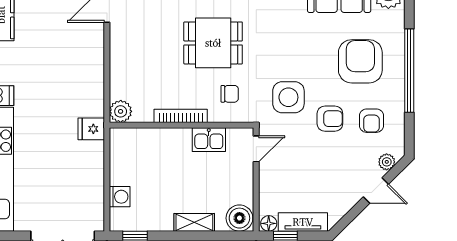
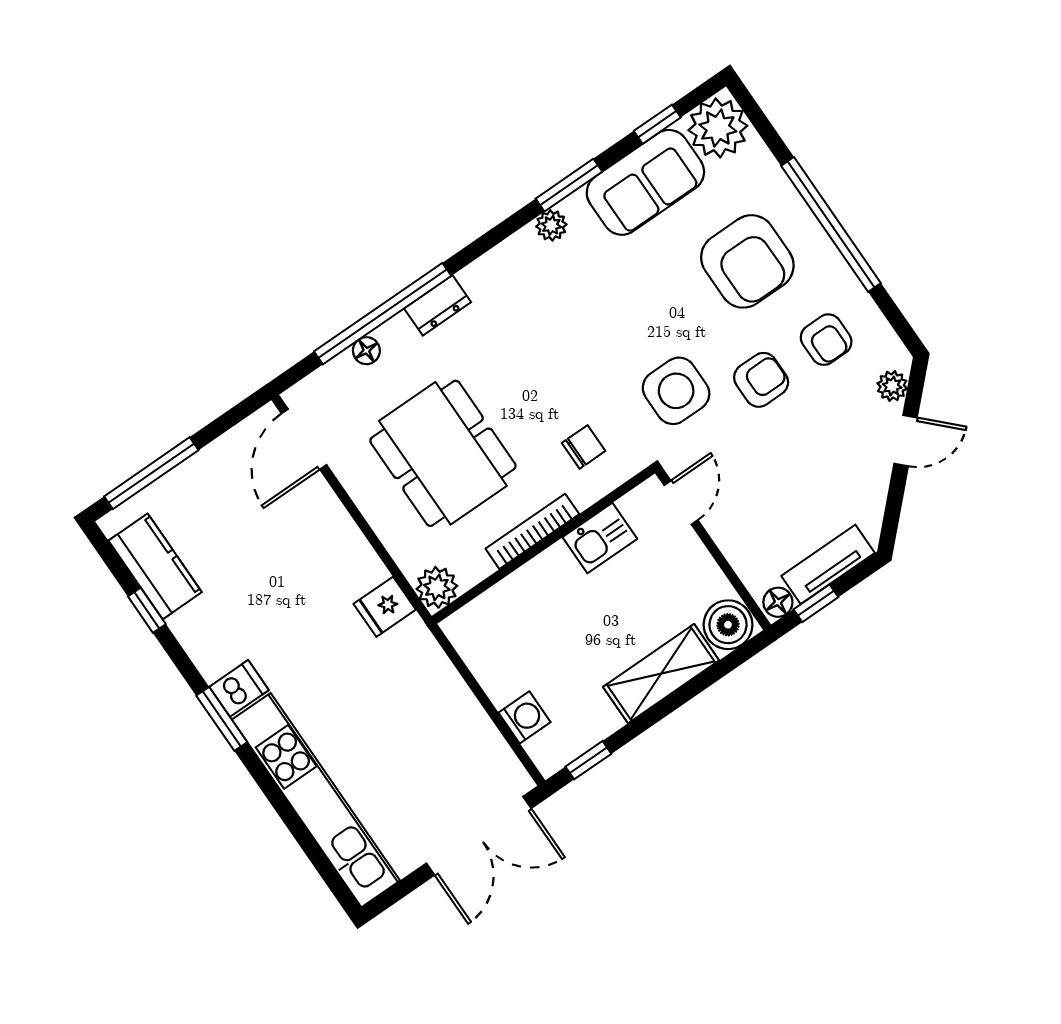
dining table: (213, 43) -> (443, 453), moved, width x1.38
armchair: (360, 61) -> (747, 261), turned 180
fridge: (91, 129) -> (385, 607), moved
shelving: (194, 222) -> (661, 674), width x1.50, depth x1.33

